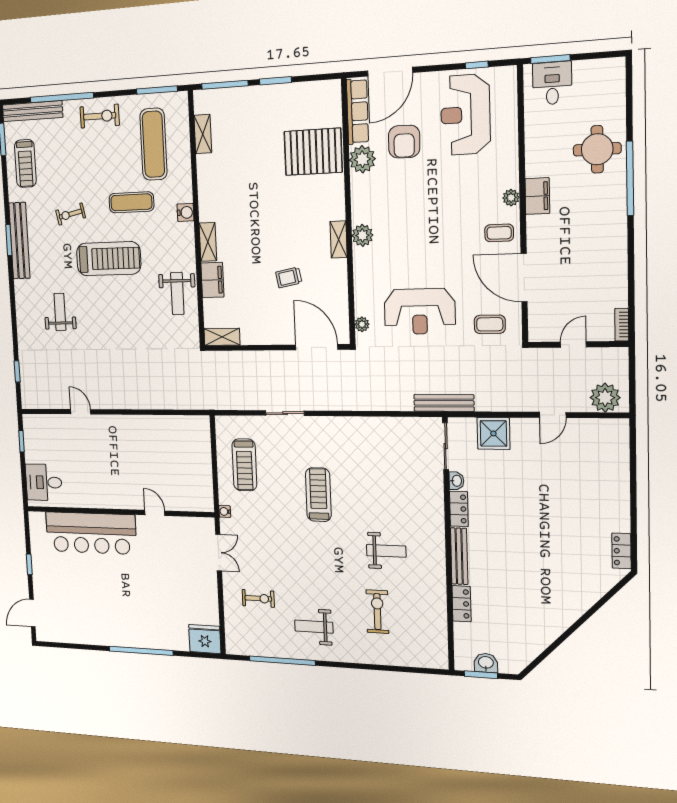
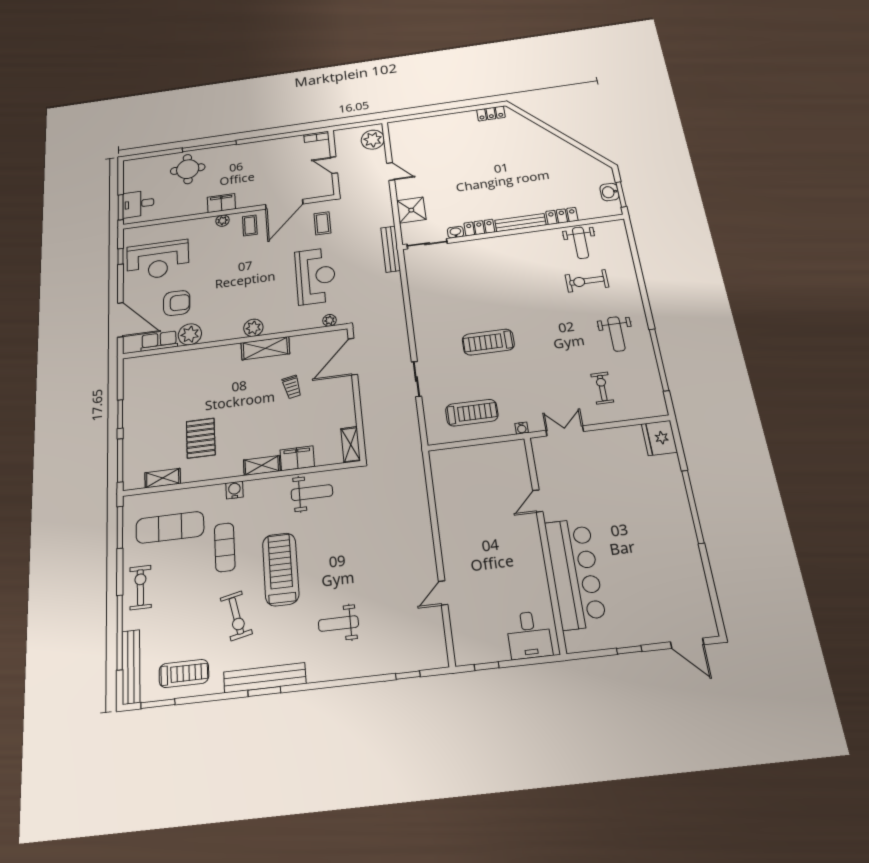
row of seats: (357, 111) -> (159, 341), width x0.68
pallet: (313, 152) -> (201, 438), moved, width x0.73, depth x0.71
exercise bike: (71, 214) -> (236, 616), width x1.38, depth x1.39
shelving: (339, 239) -> (265, 348), width x1.50, depth x1.33
weight bench: (386, 551) -> (580, 243), moved, turned 180

